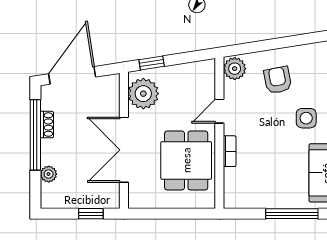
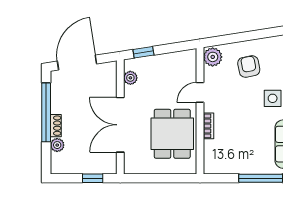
plant: (143, 94) -> (130, 78), width x0.53, depth x0.53
shoe rack: (47, 125) -> (56, 126), moved

